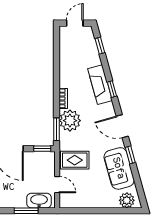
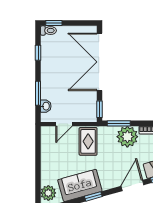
door: (122, 126) -> (132, 186), moved
washbasin: (39, 201) -> (46, 106), width x0.52, depth x0.69

